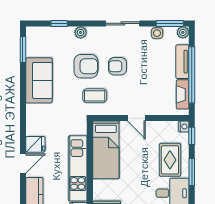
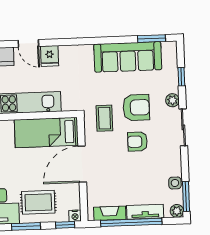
sliding door: (123, 23) -> (183, 127), moved
armchair: (86, 66) -> (136, 107), turned -90
armchair: (117, 66) -> (137, 142), turned -90
sofa: (39, 80) -> (128, 57), width x1.36
door: (136, 118) -> (82, 164), width x1.87

